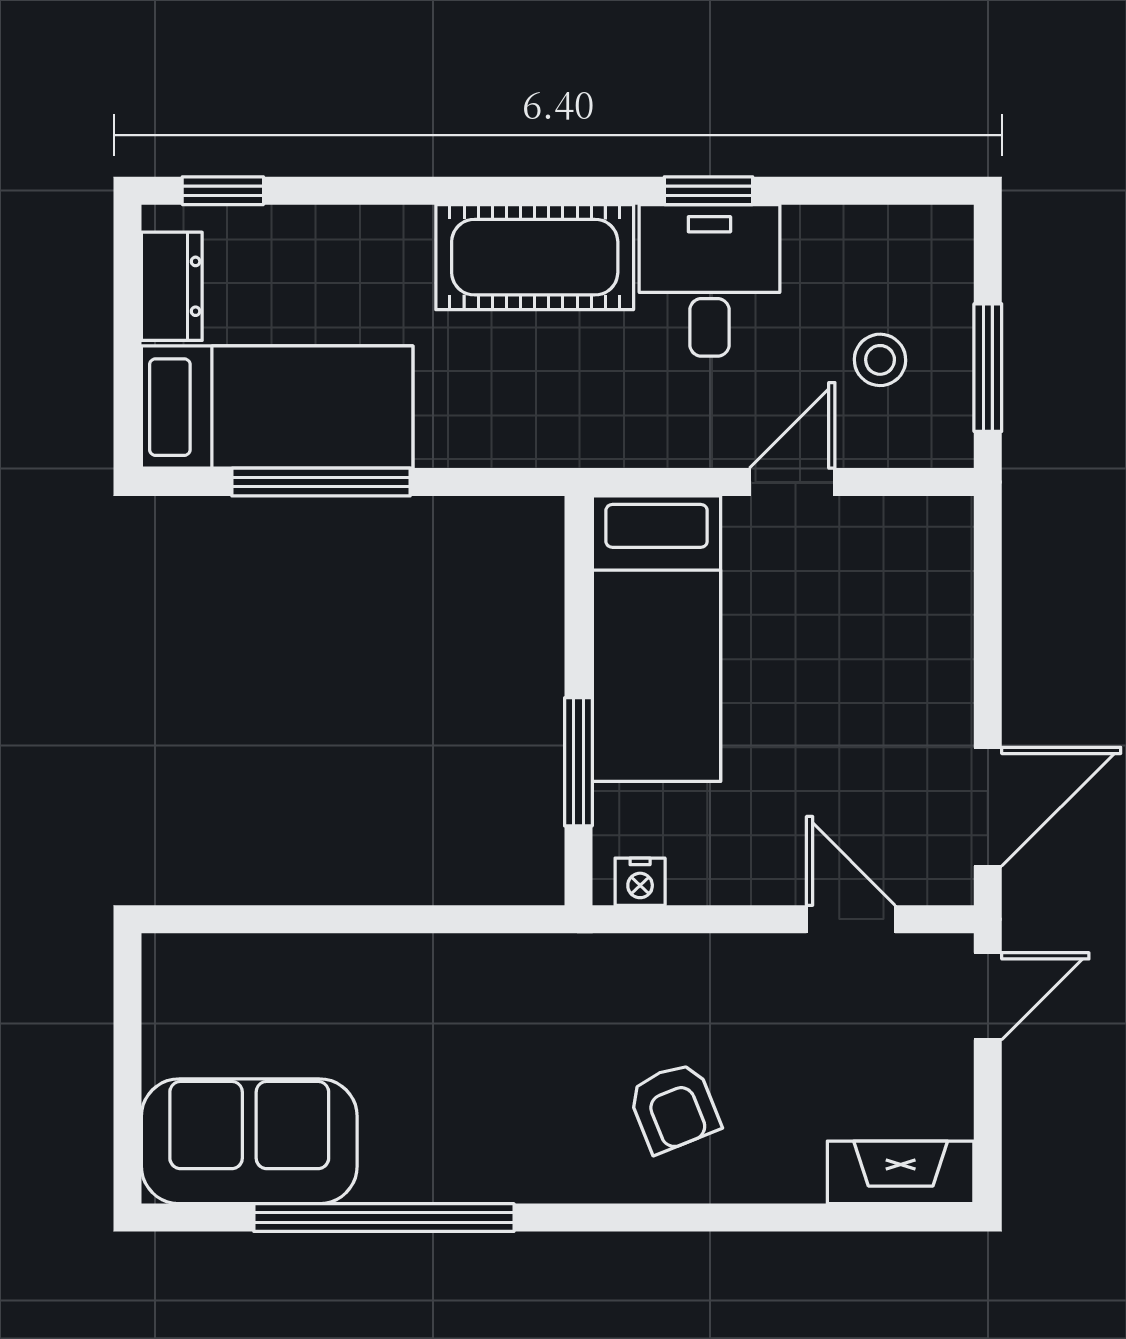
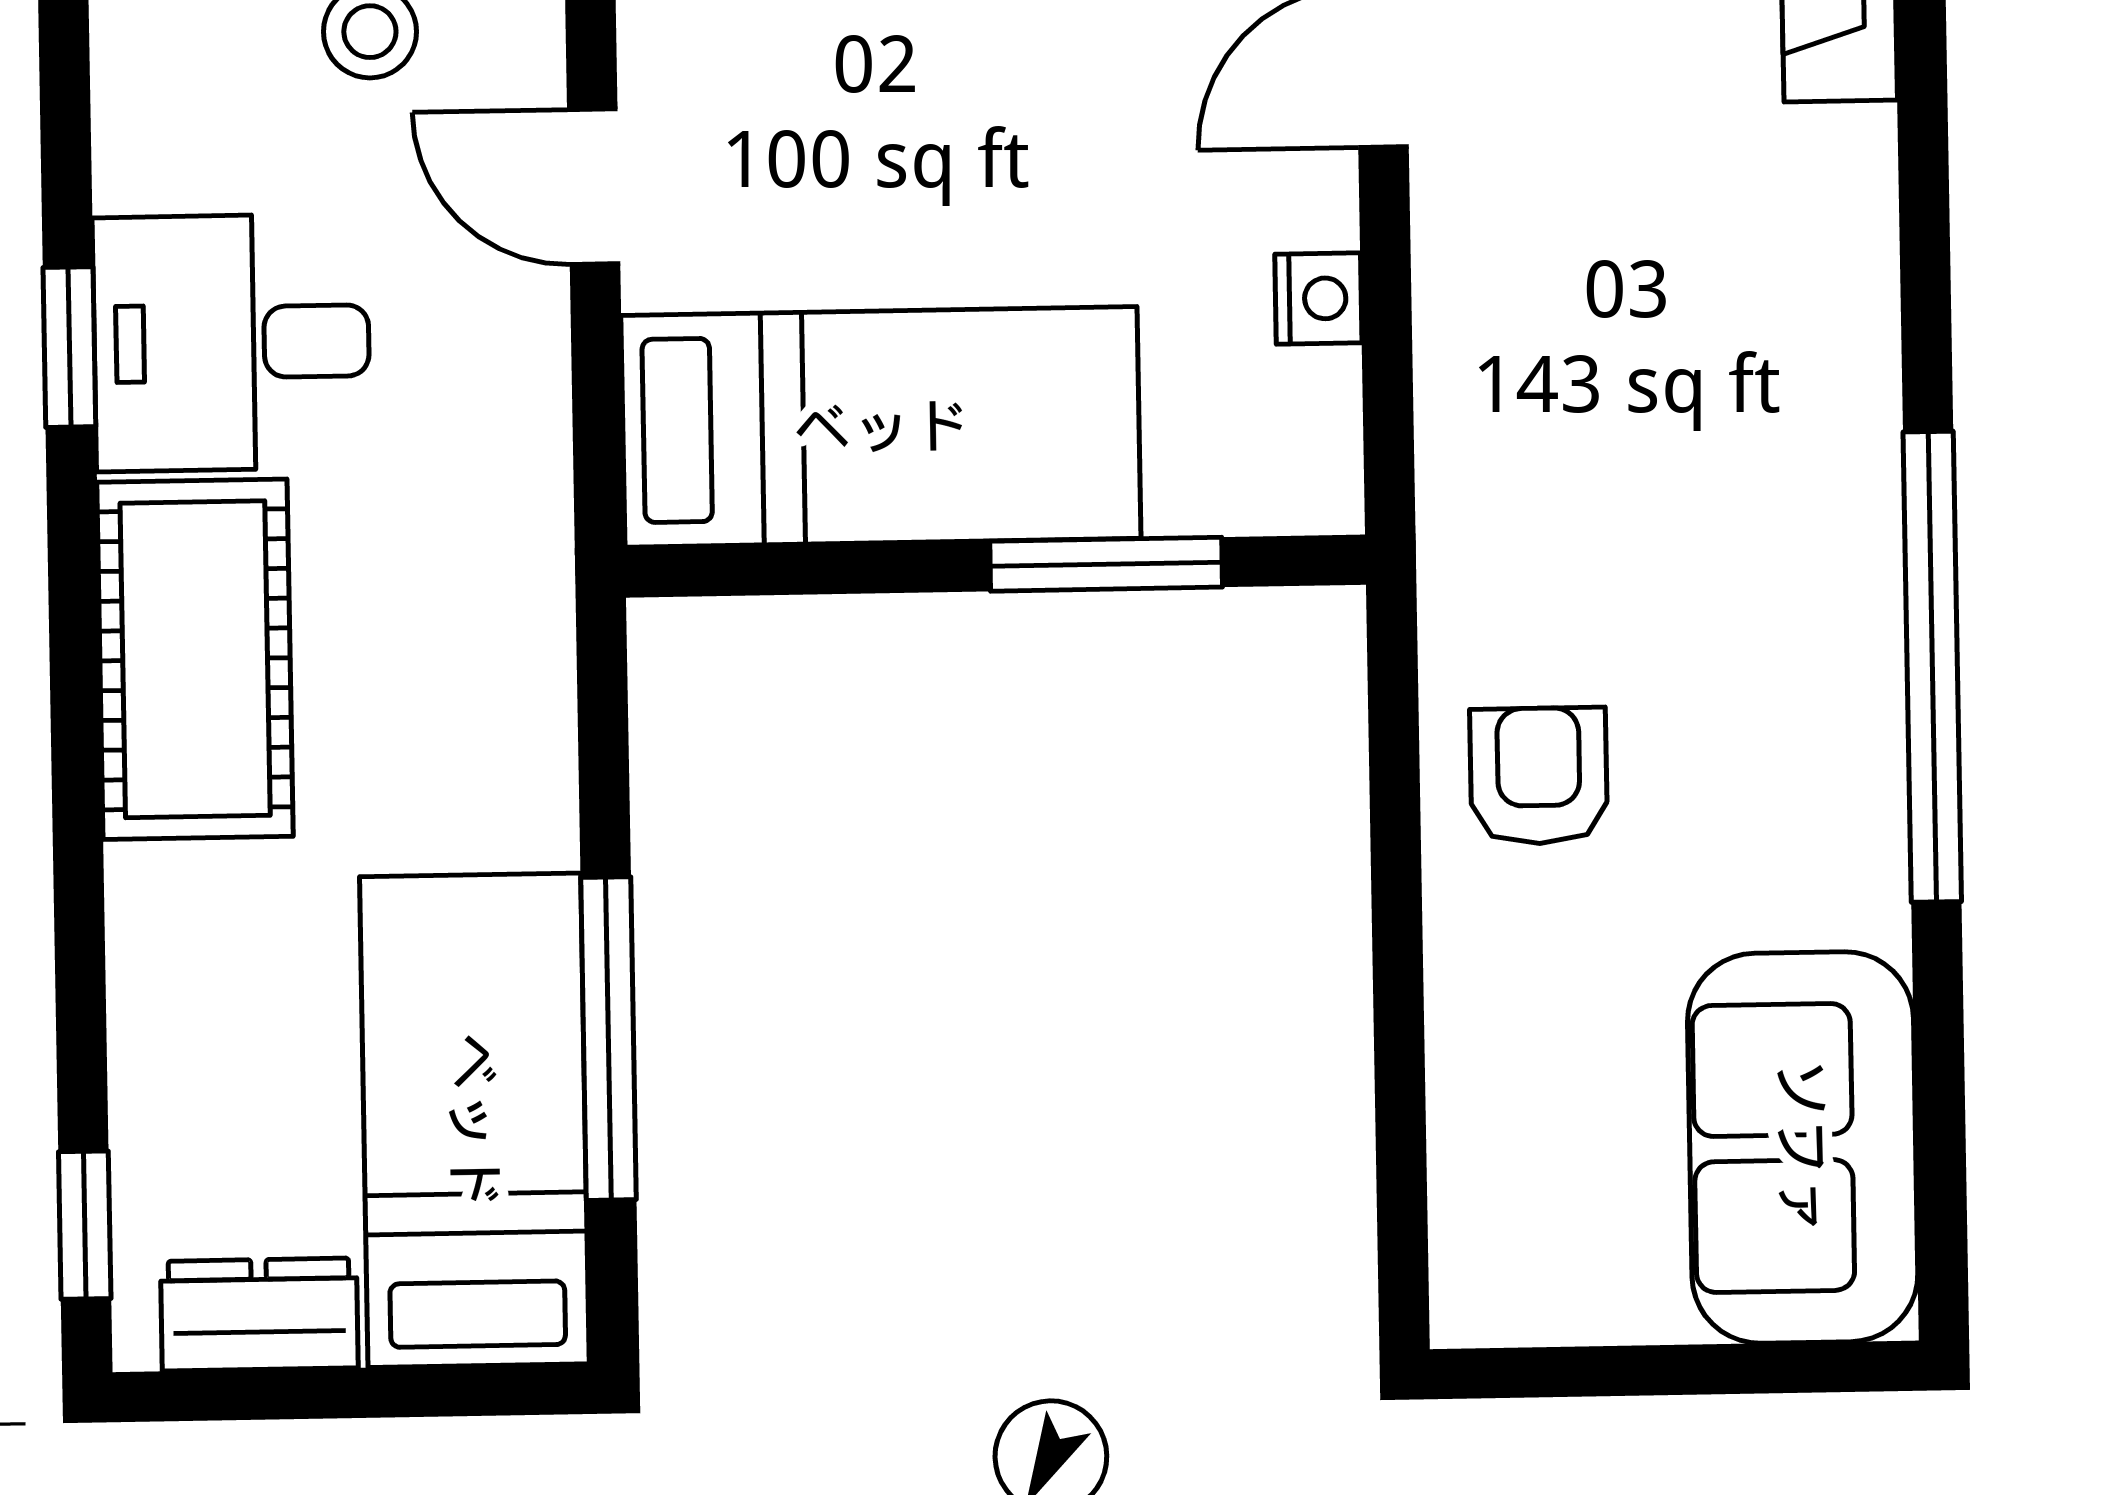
nightstand: (640, 882) -> (1318, 299), moved
armchair: (674, 1107) -> (1539, 776), moved, turned -68
window: (384, 1218) -> (1932, 667), moved

